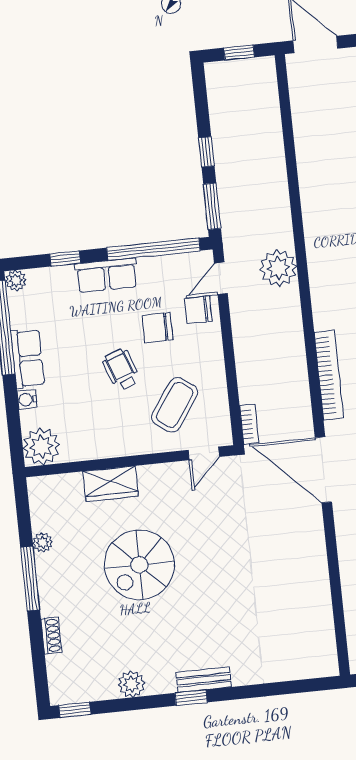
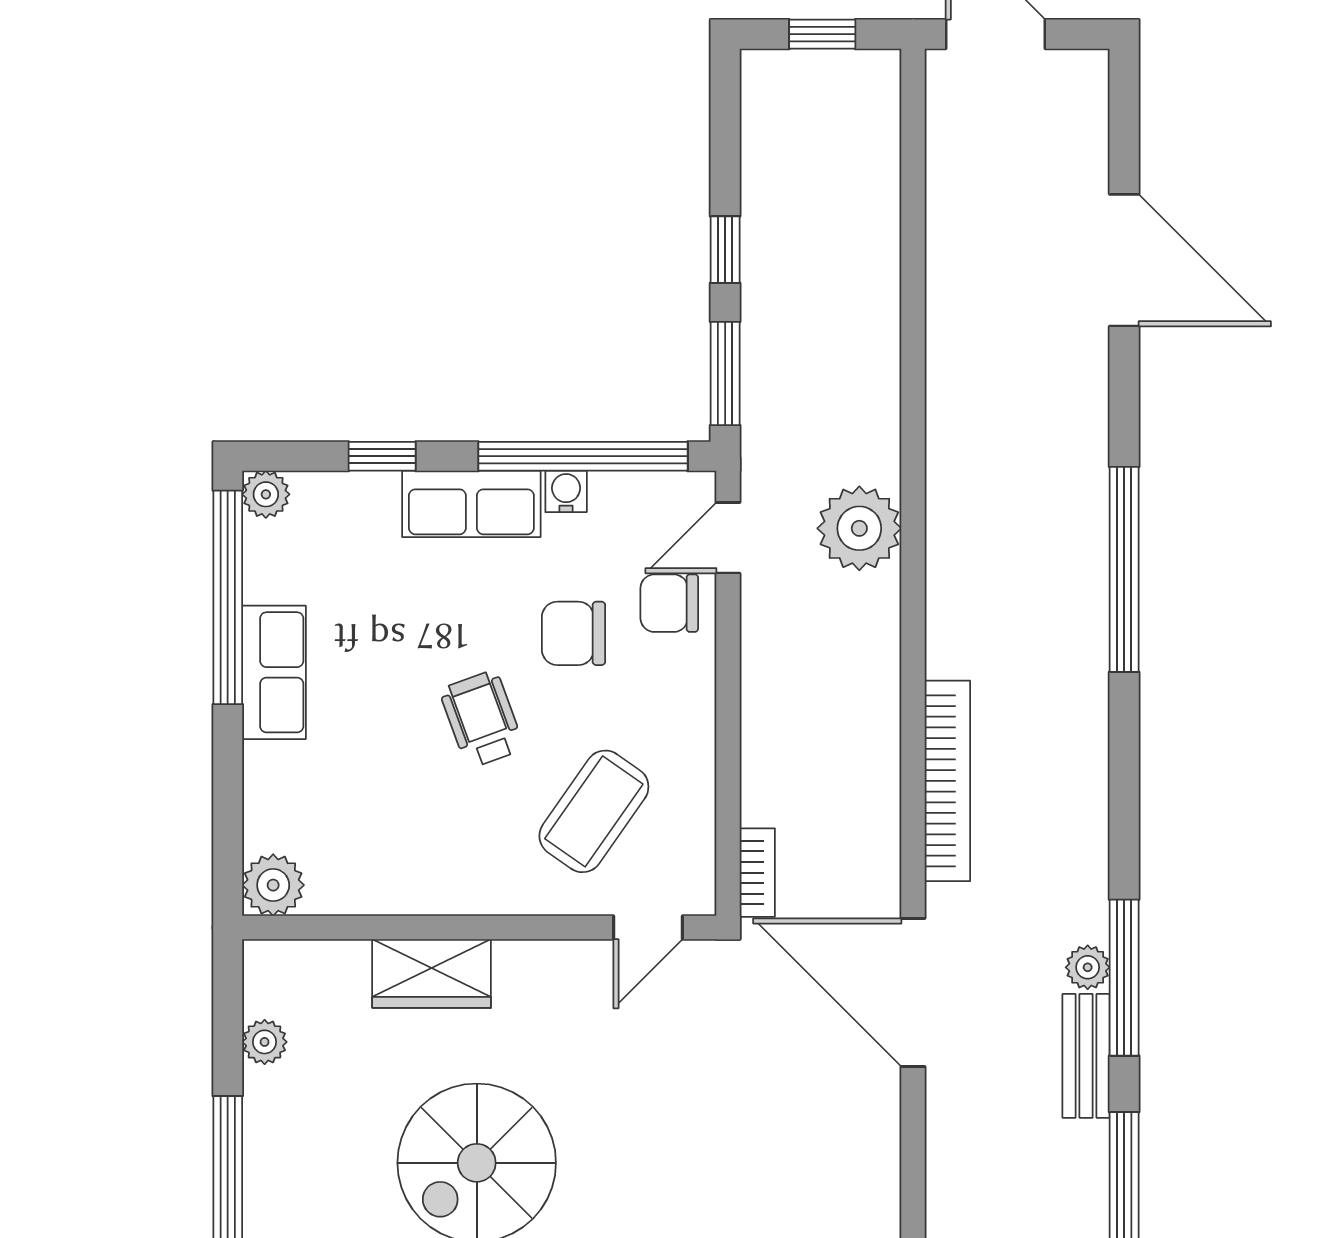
water cooler: (27, 399) -> (566, 491), moved, turned 90
plant: (41, 447) -> (273, 885), width x0.73, depth x0.73
plant: (43, 542) -> (265, 1042), moved

